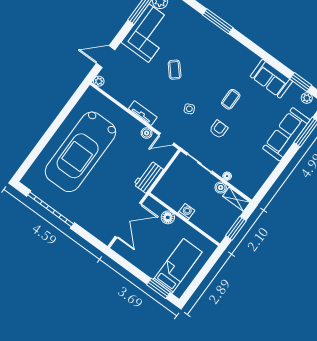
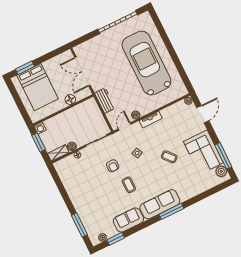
window: (218, 21) -> (171, 211), moved
sofa: (286, 134) -> (160, 204), moved, turned -90
washing machine: (187, 212) -> (40, 128), moved
bed: (178, 266) -> (38, 87), width x1.50

